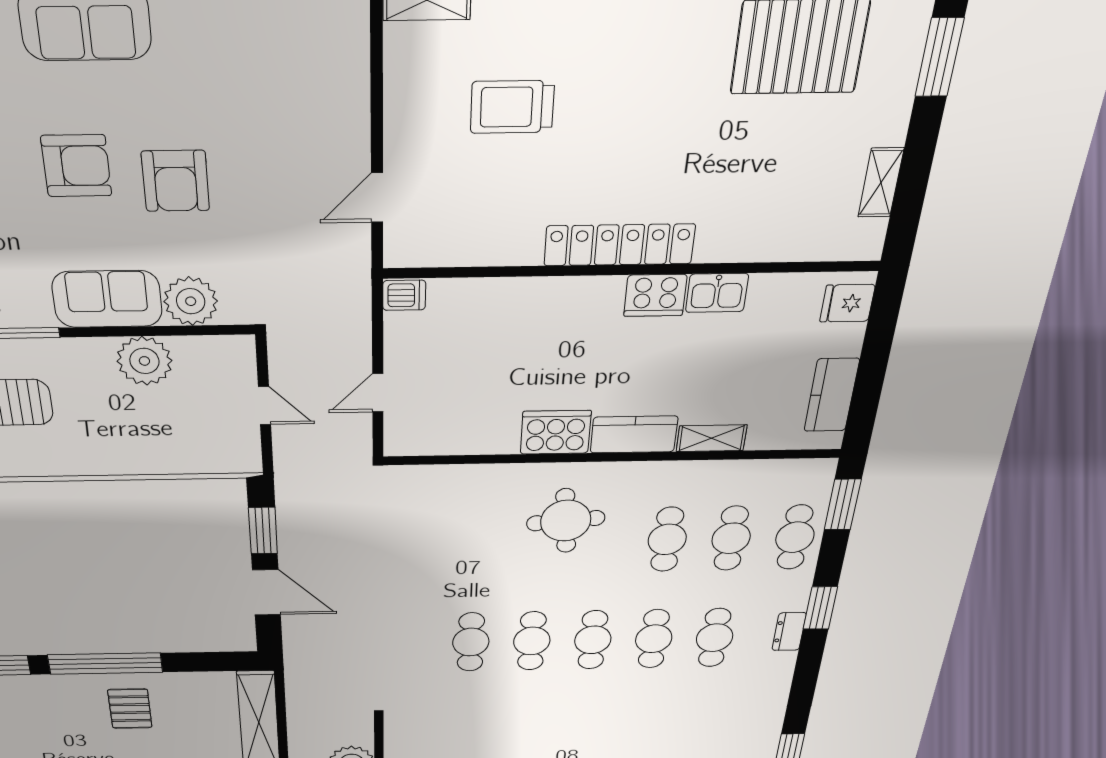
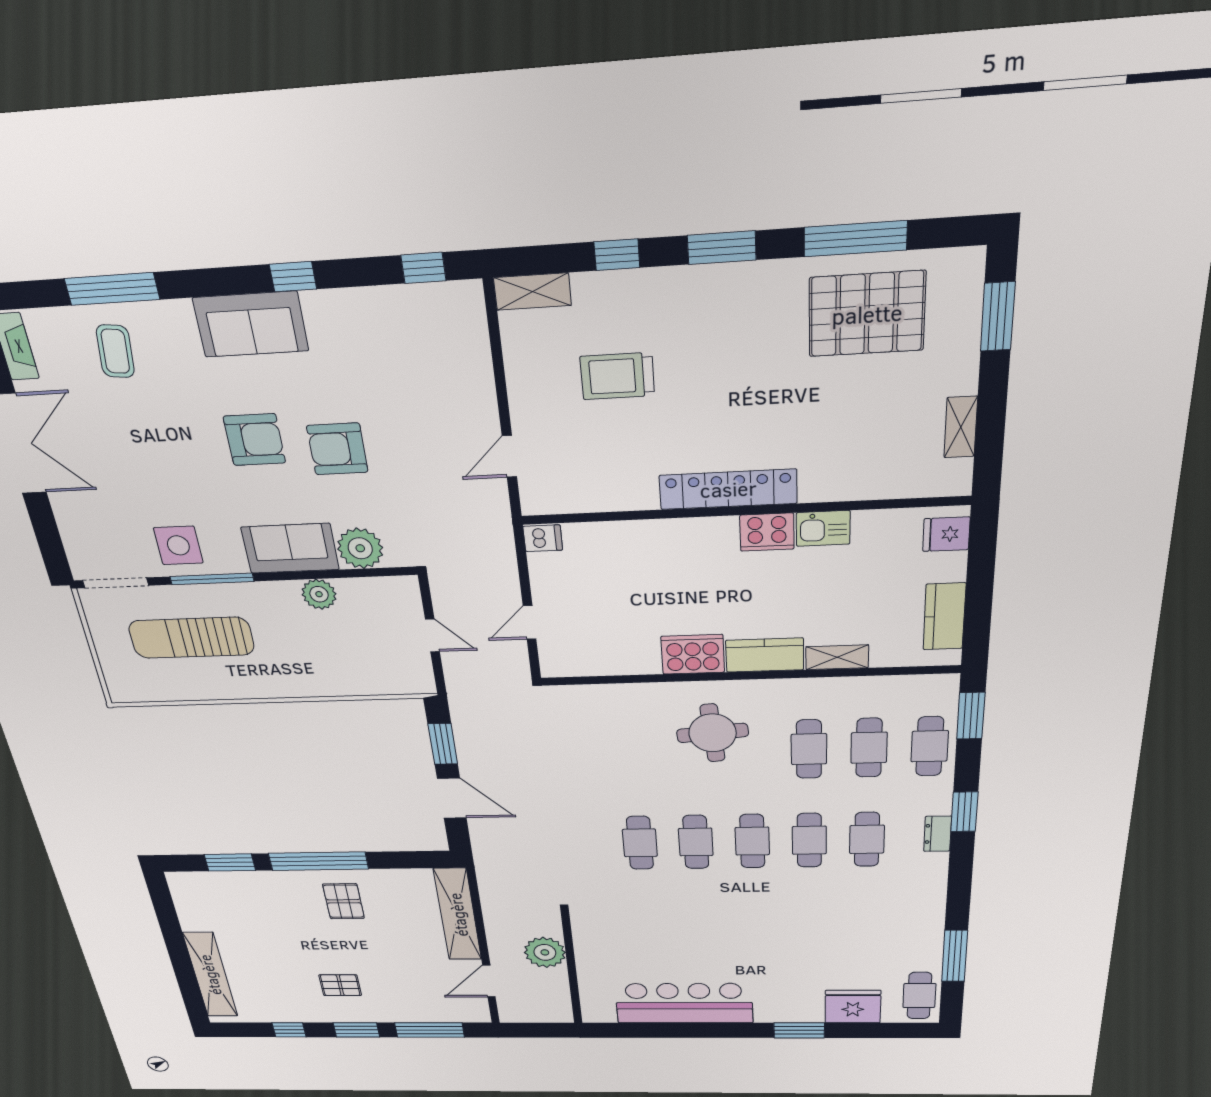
armchair: (175, 181) -> (337, 449), turned 90
plant: (144, 361) -> (319, 594), width x0.73, depth x0.73

